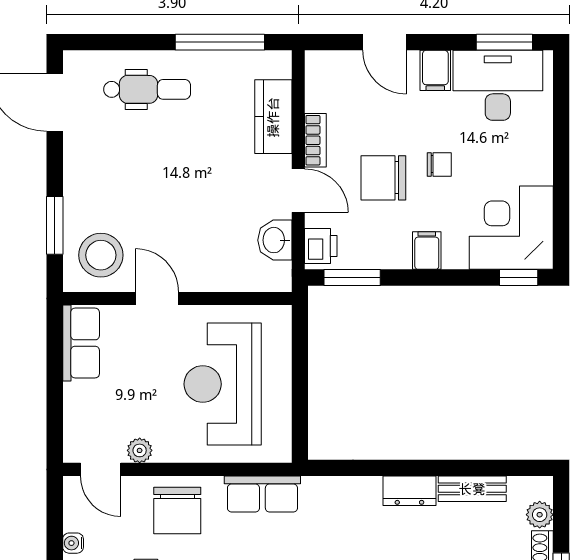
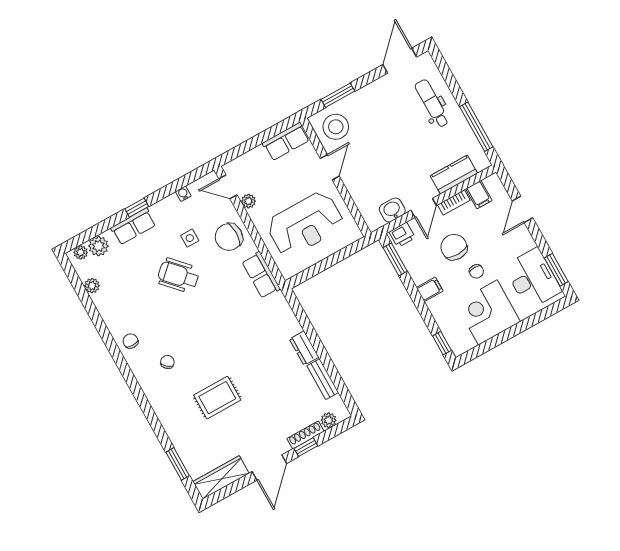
filing cabinet: (435, 70) -> (479, 195), moved, turned -90
dental chair: (147, 89) -> (432, 103), turned 180
corner desk: (511, 228) -> (488, 312), moved, turned -90
reception desk: (223, 384) -> (305, 224), turned 180
door: (101, 469) -> (228, 187), hinge flipped

